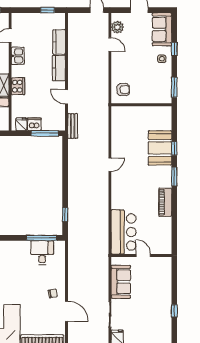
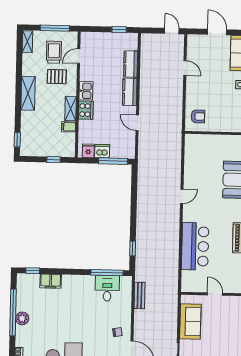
plant: (117, 27) -> (193, 50), removed
kitchen sink: (18, 56) -> (86, 91), moved
bench: (73, 126) -> (140, 295), moved
bar counter: (124, 232) -> (195, 246), moved

